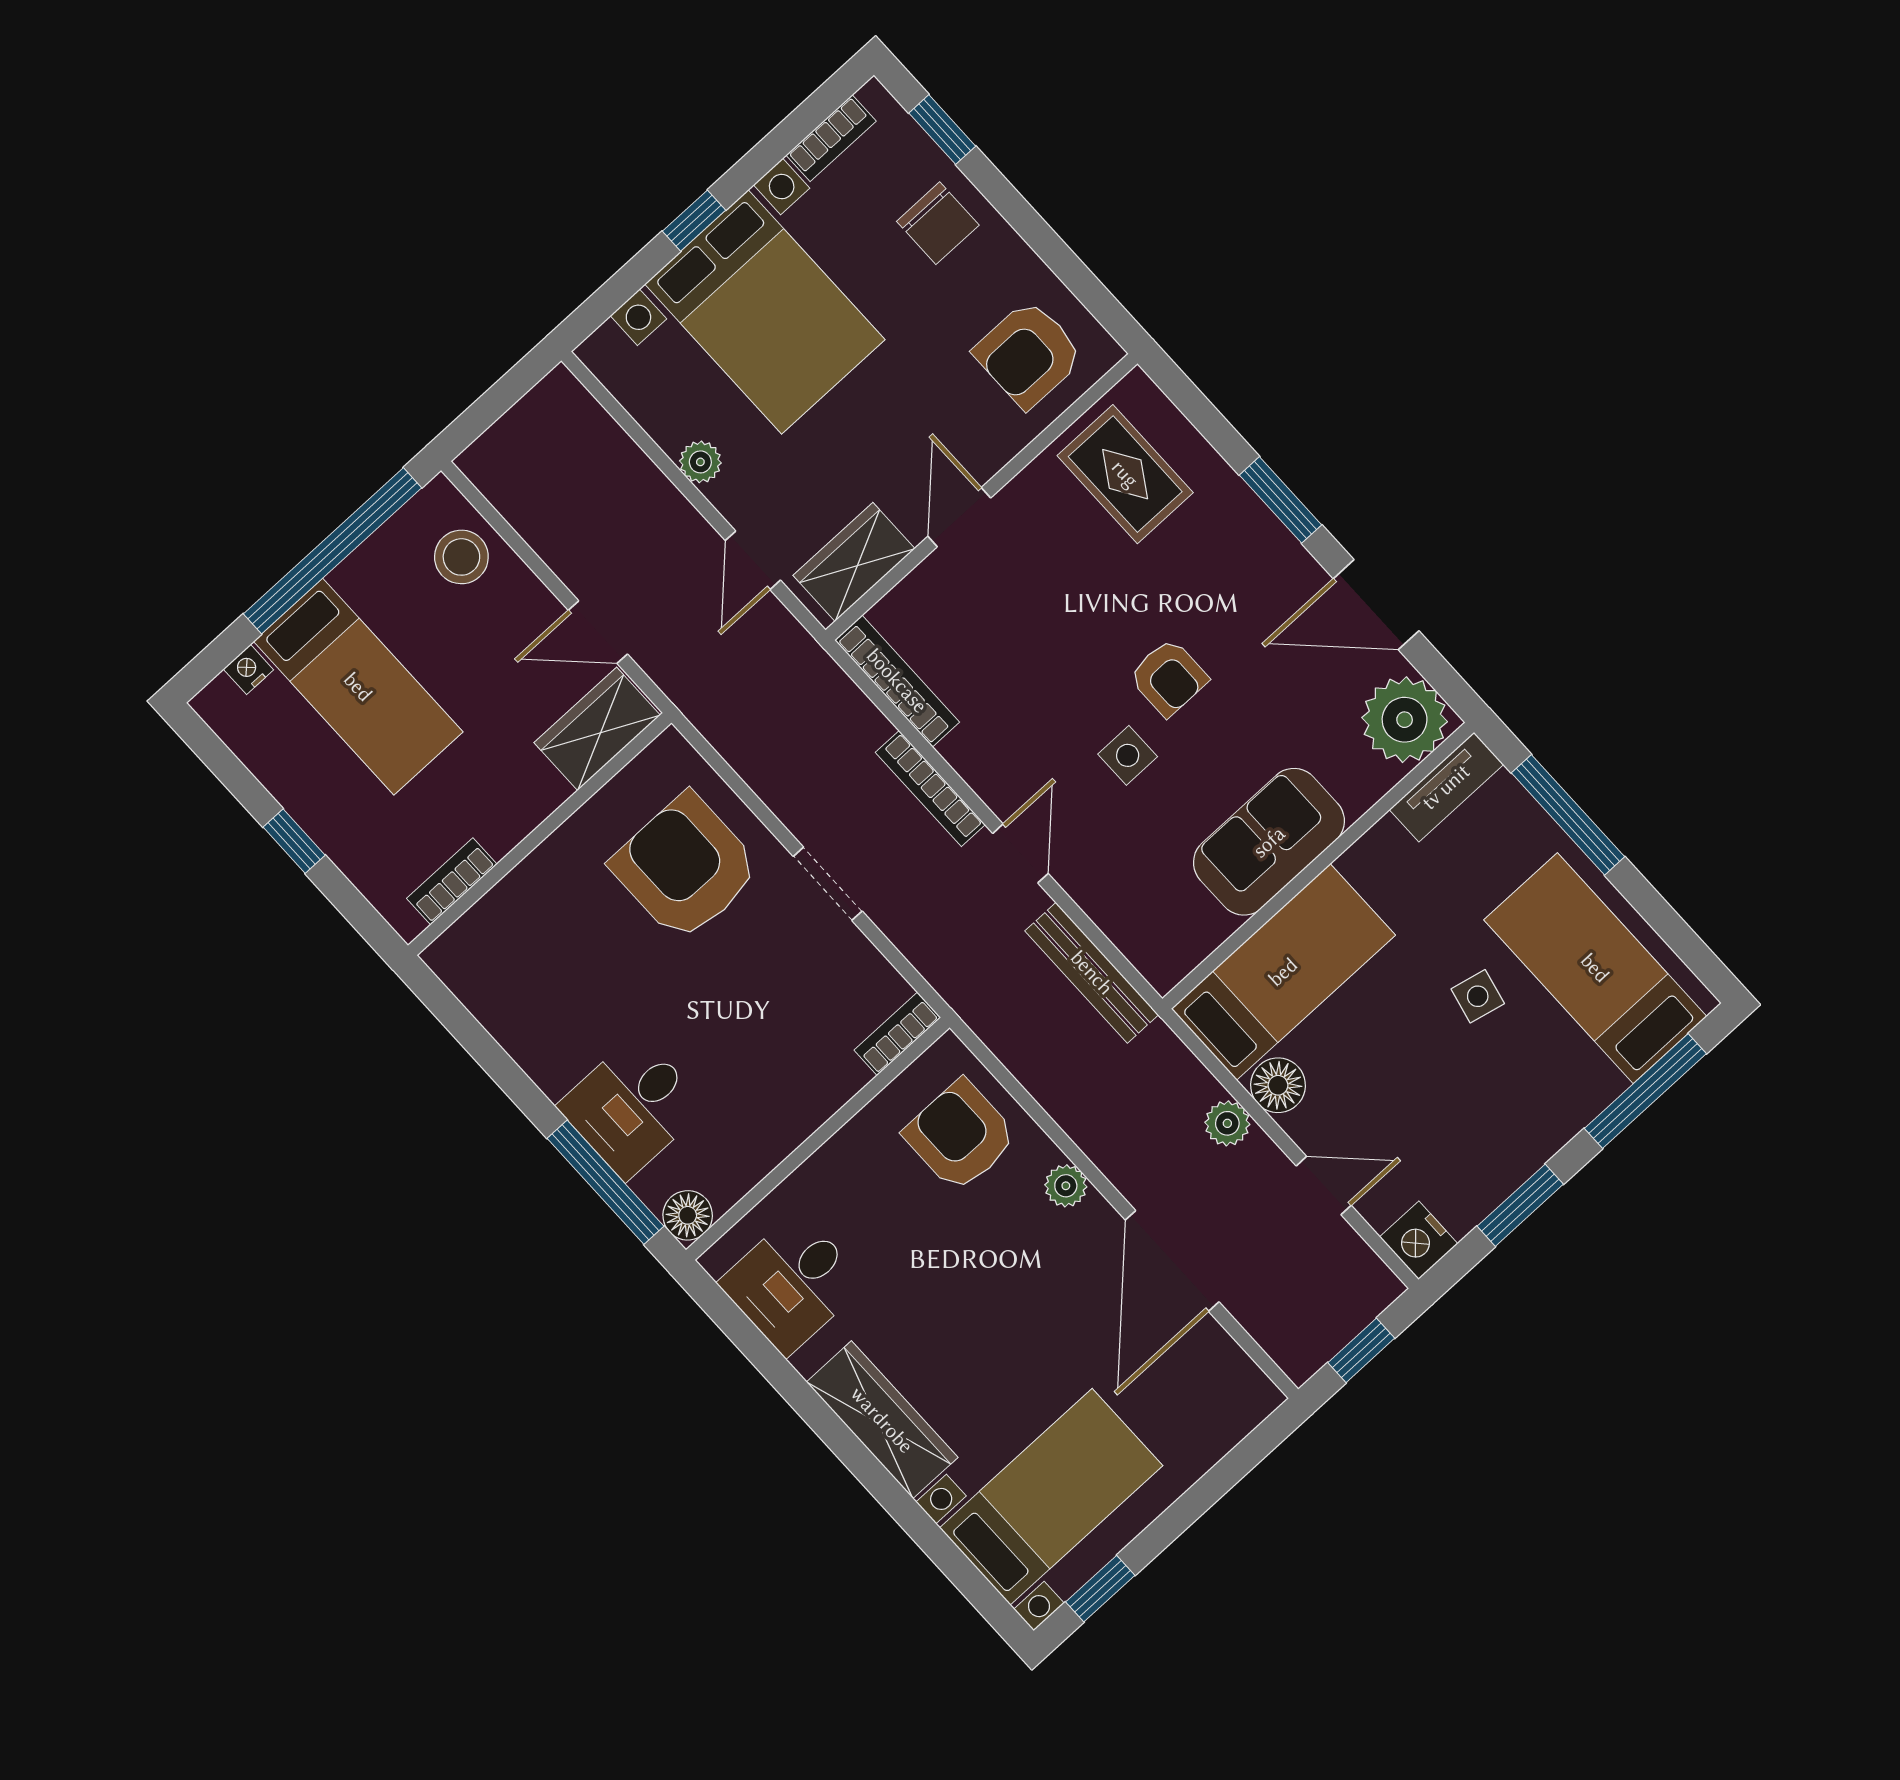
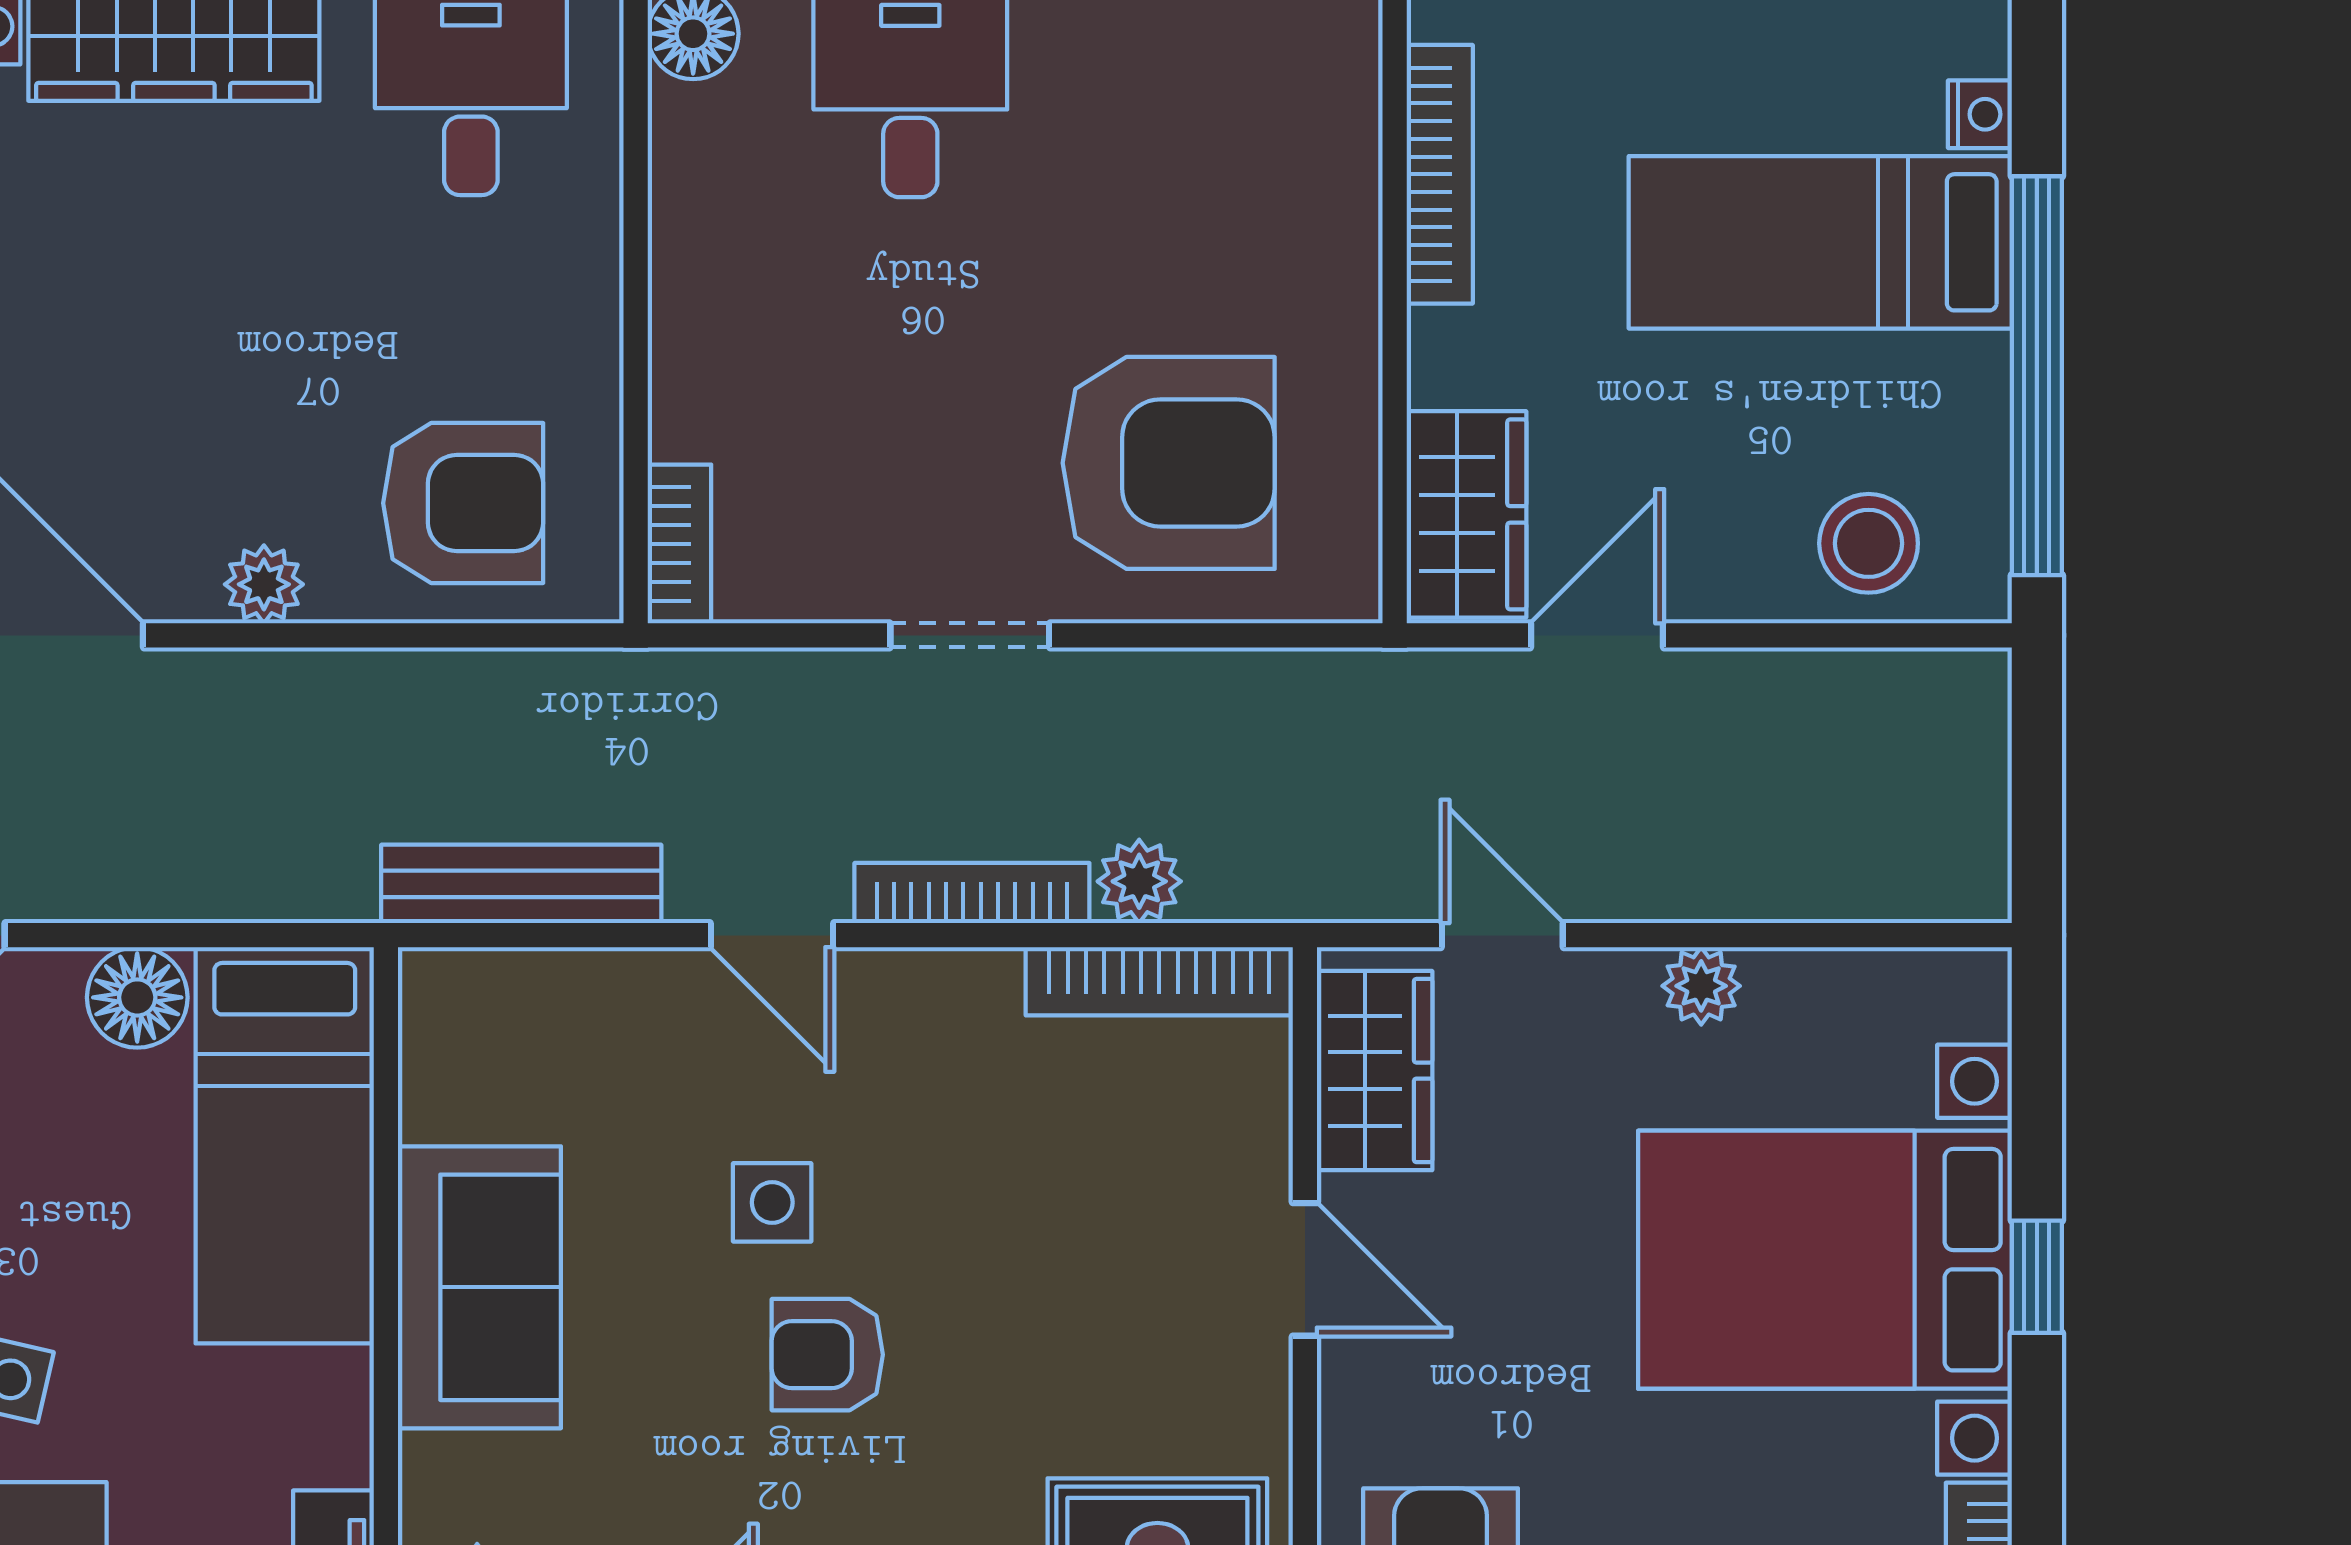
bookcase: (452, 881) -> (1440, 174), width x1.56
plant: (1227, 1123) -> (1139, 881), moved

